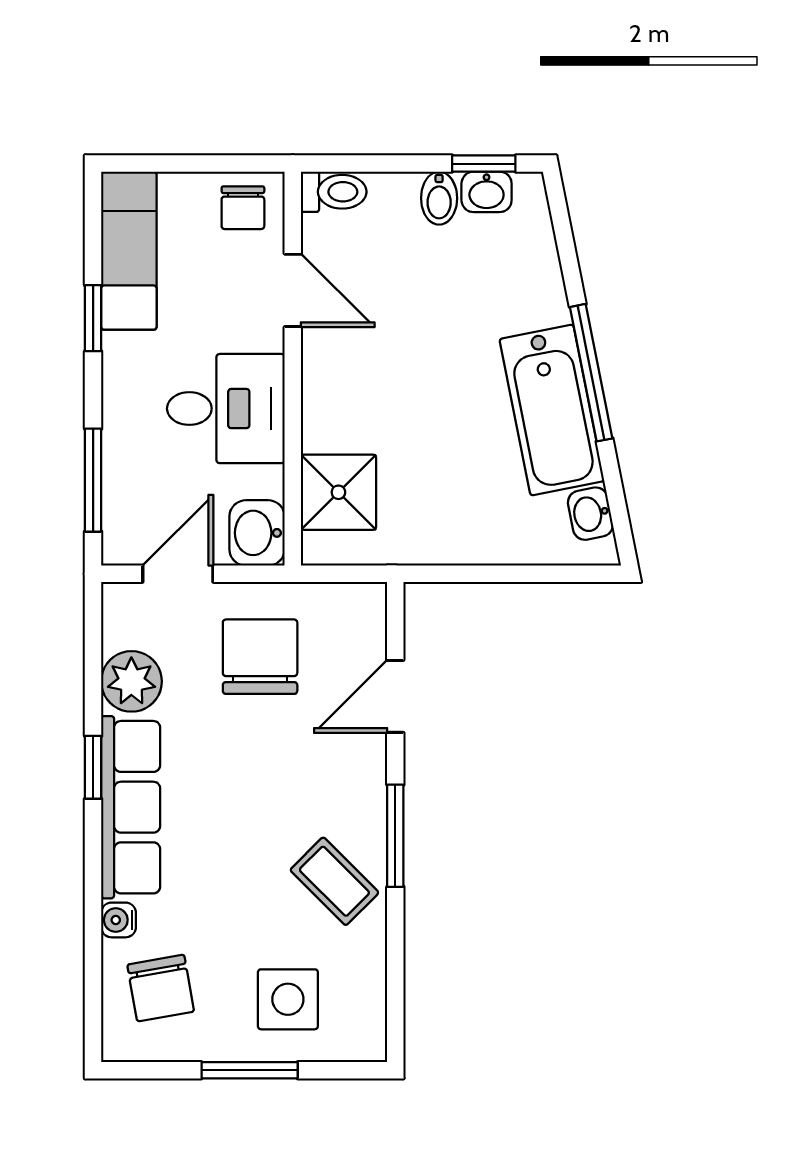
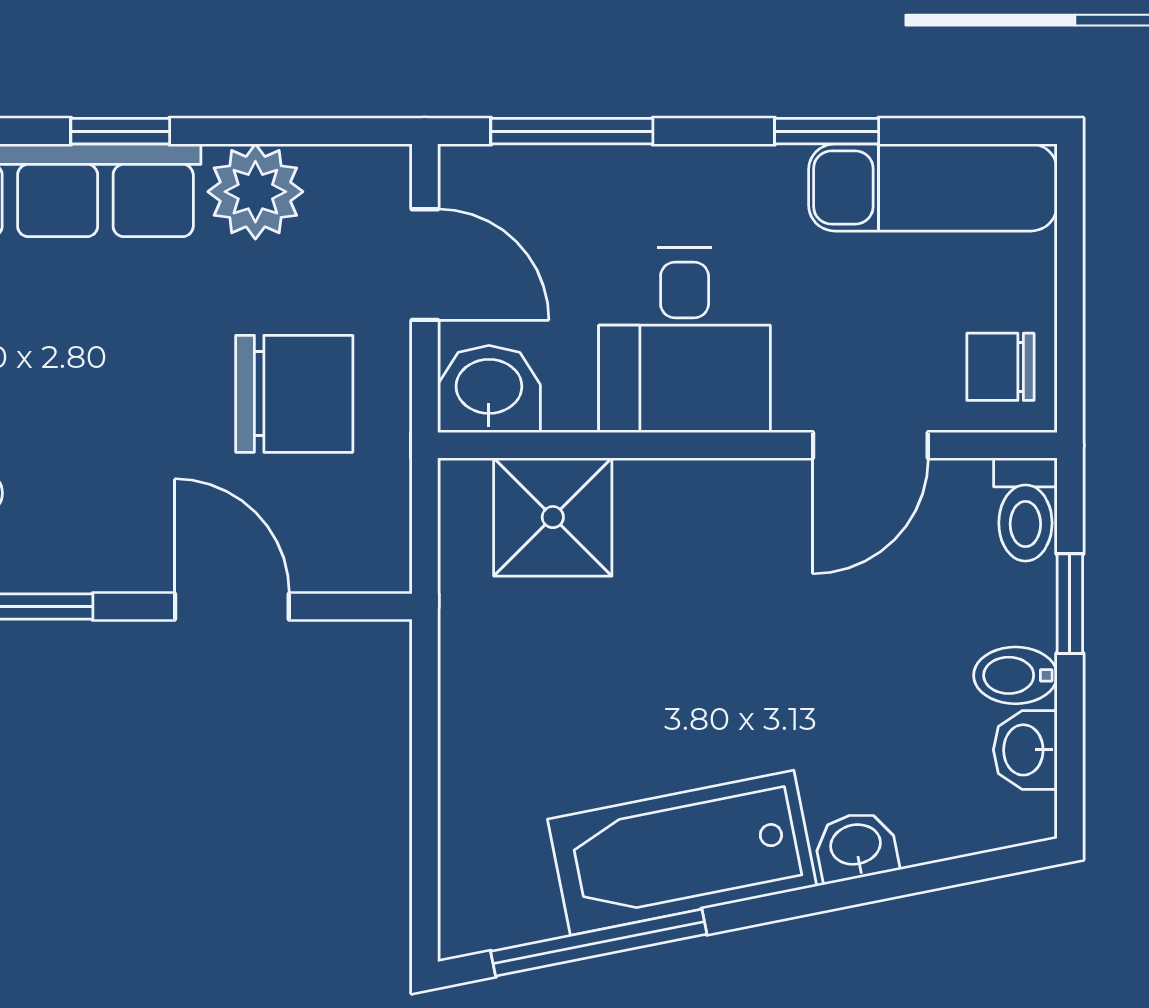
window: (484, 164) -> (1070, 604), moved
window: (591, 373) -> (599, 943), moved
washbasin: (590, 514) -> (856, 846), moved

